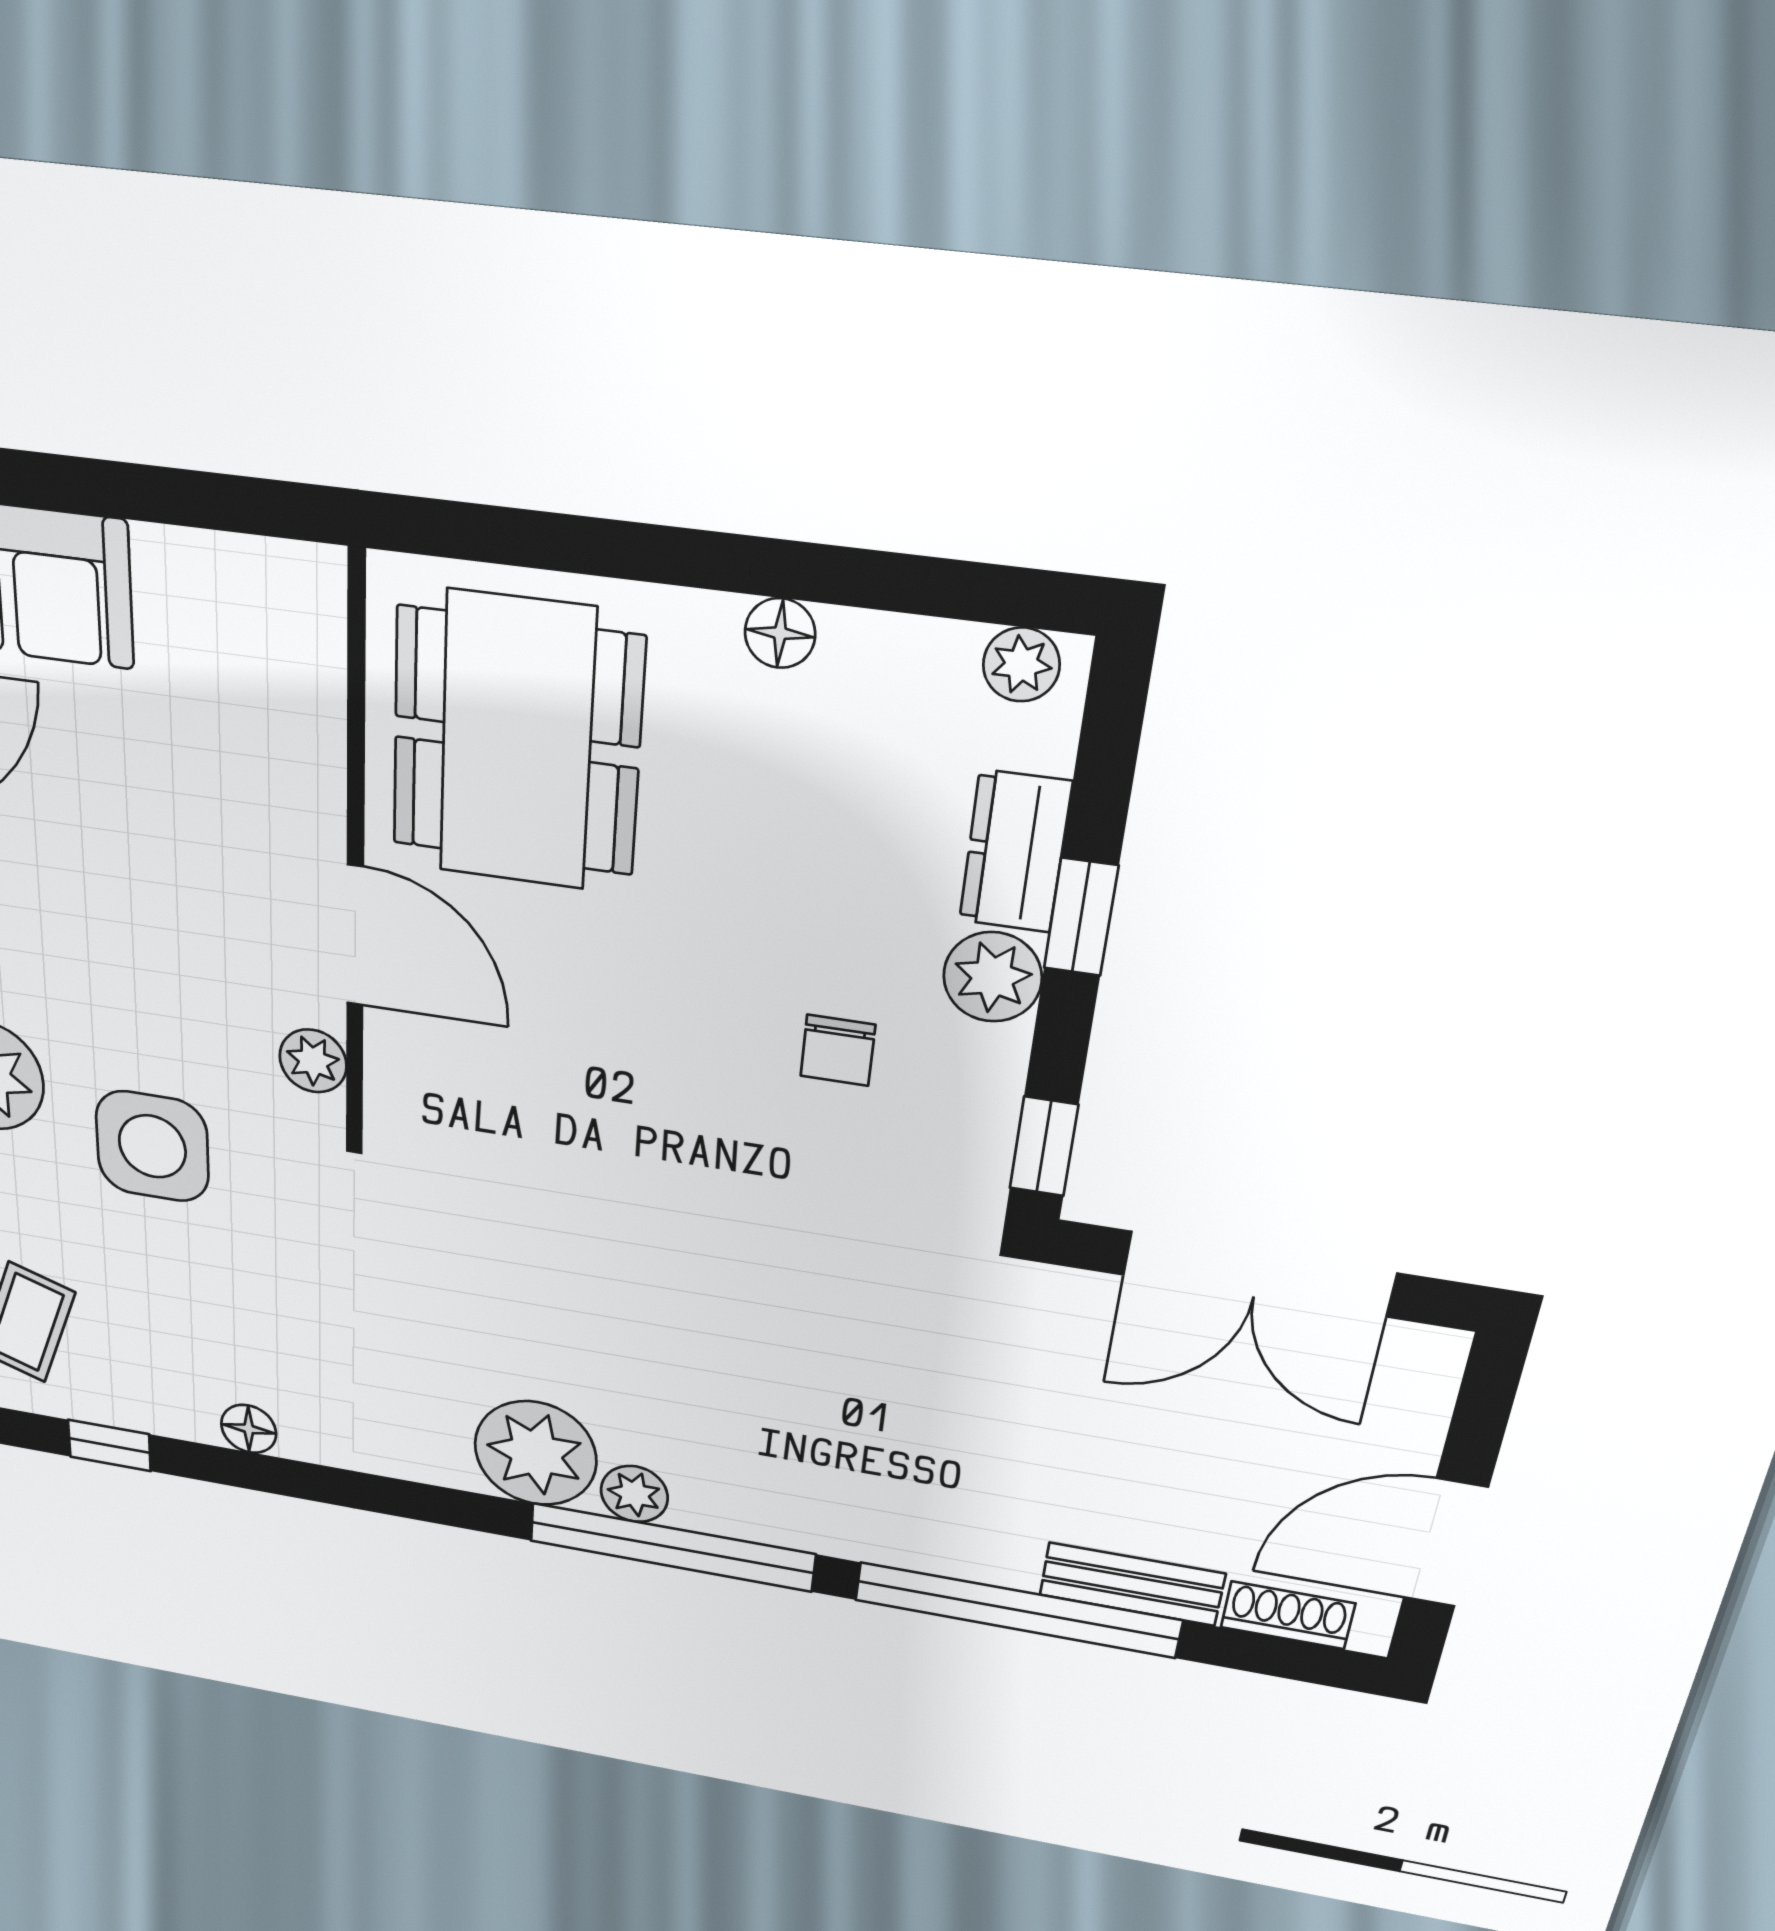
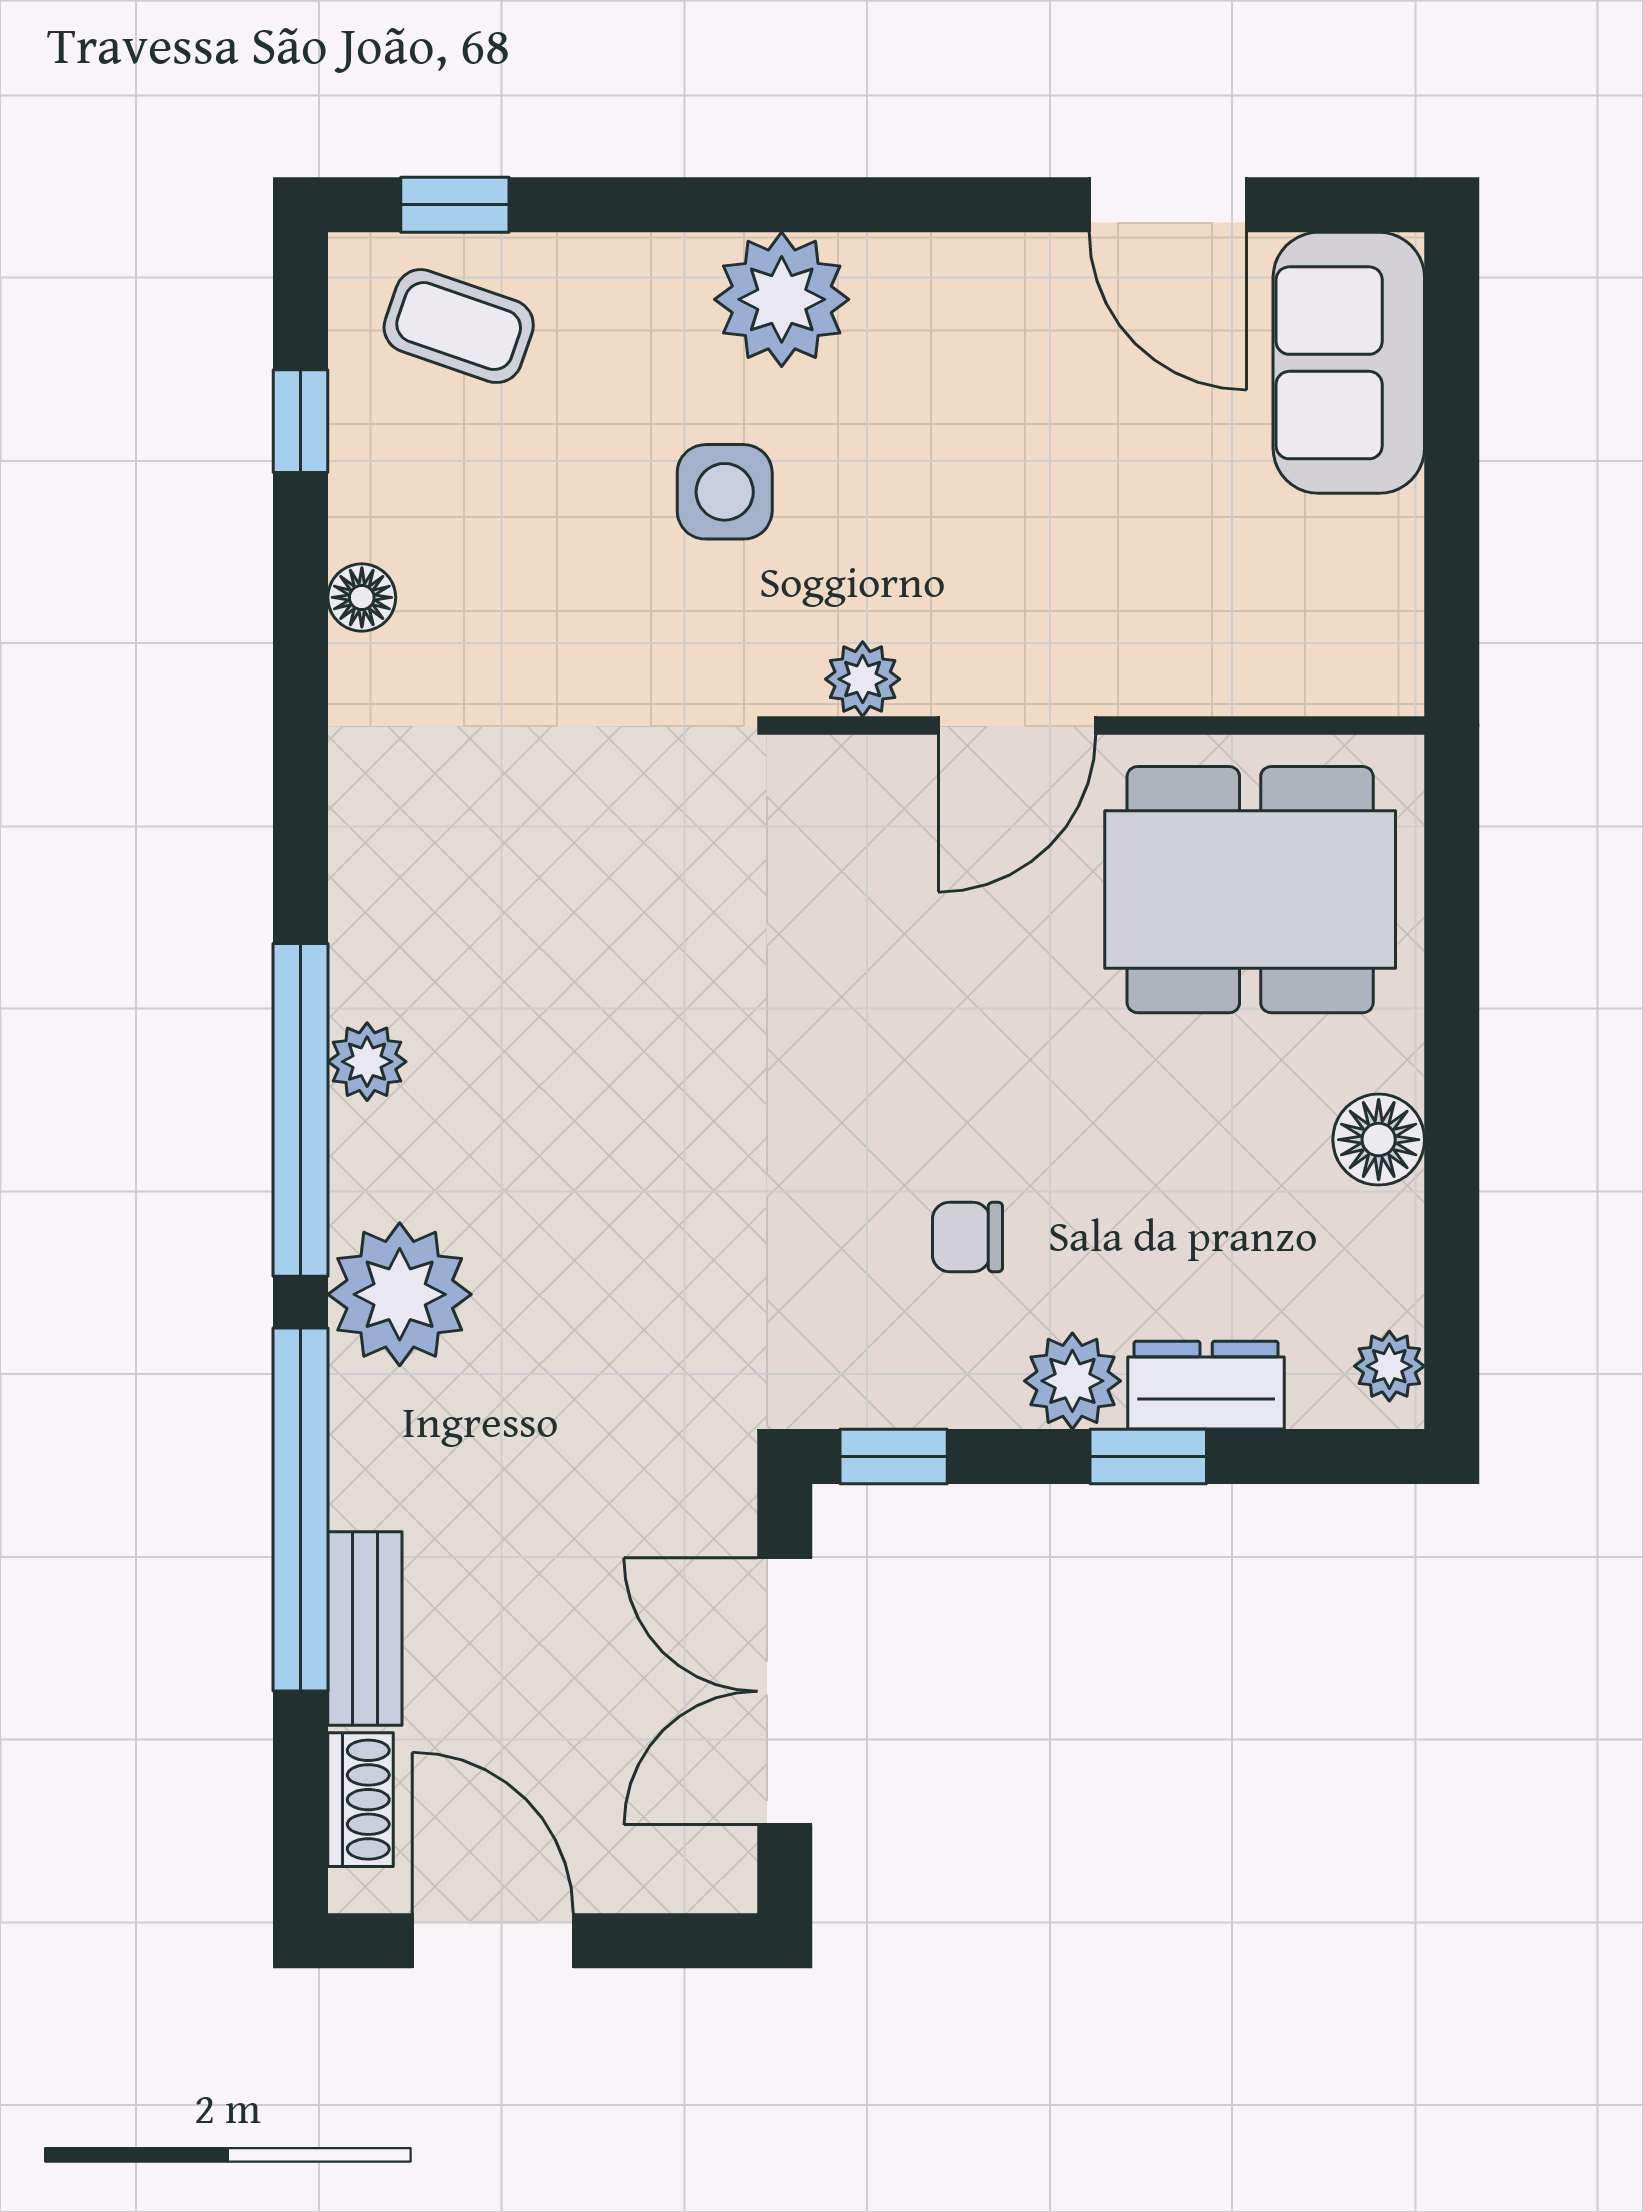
floor lamp: (780, 633) -> (1379, 1140), width x1.37, depth x1.37
side table: (152, 1146) -> (725, 492), width x0.73, depth x0.73
plant: (536, 1453) -> (400, 1294), moved

